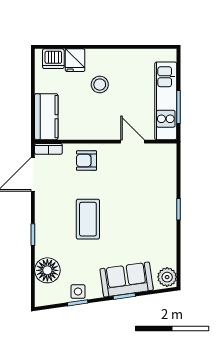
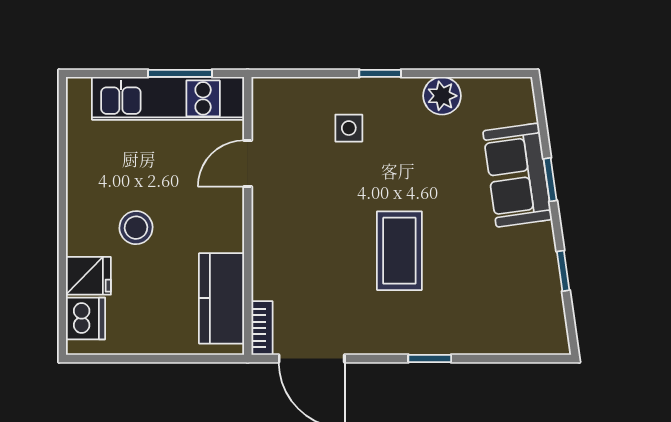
kitchen counter: (46, 117) -> (222, 298), moved, turned -90
armchair: (86, 161) -> (285, 254), removed
coffee table: (88, 219) -> (399, 251), turned 90
floor lamp: (47, 270) -> (499, 330), removed
plant: (167, 277) -> (442, 96), moved
side table: (78, 292) -> (349, 128), moved

